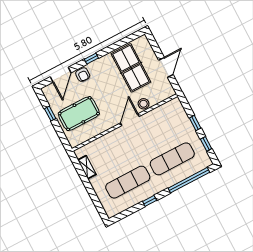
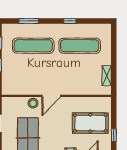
window: (189, 180) -> (29, 21), width x0.47

